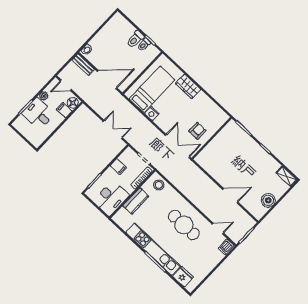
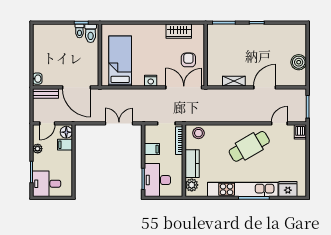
toilet: (135, 39) -> (91, 33), moved
door: (107, 80) -> (76, 87), swing flipped
wardrobe: (188, 86) -> (179, 31), moved
desk: (38, 114) -> (47, 184), moved
nightstand: (152, 114) -> (151, 81), moved
shelving: (286, 176) -> (234, 81), moved
desk: (111, 198) -> (157, 180), moved, turned 180
plant: (122, 215) -> (192, 185), added
cafe table: (184, 225) -> (249, 146), turned -30

